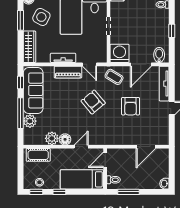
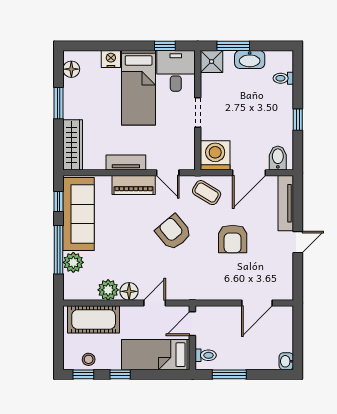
side table: (41, 17) -> (92, 98), removed
cot: (38, 155) -> (94, 319), width x1.37, depth x1.34

